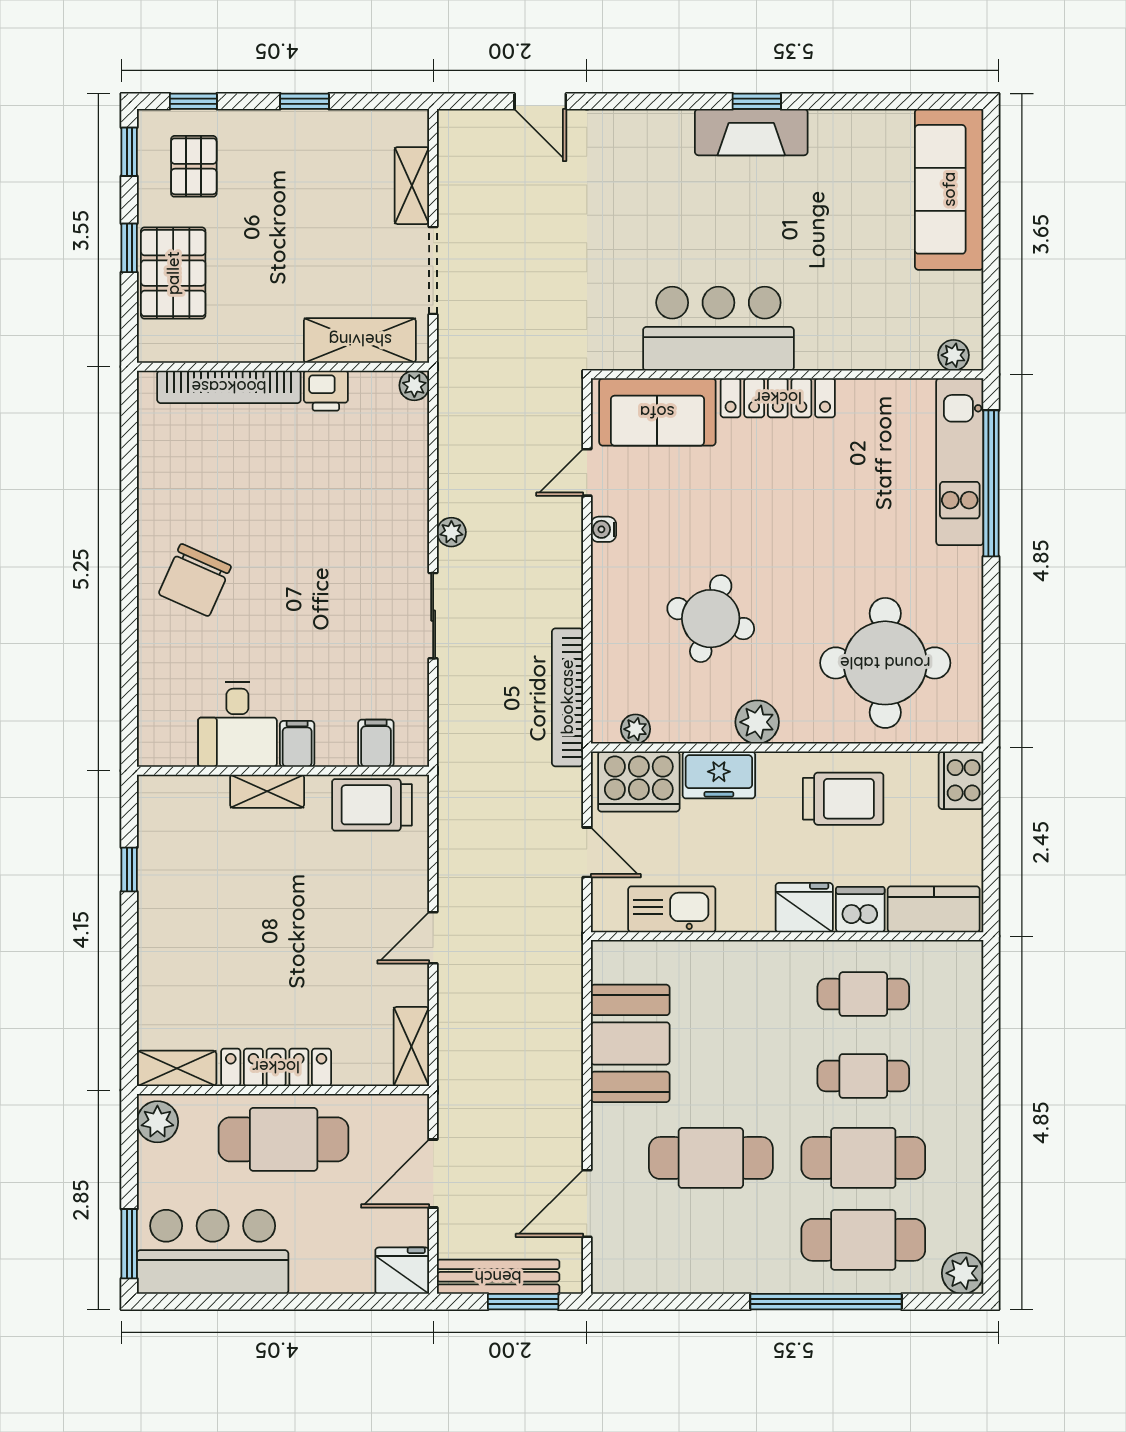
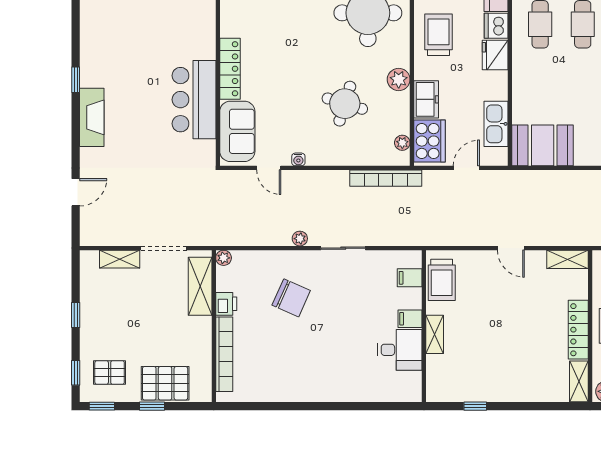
fireplace: (751, 132) -> (92, 117), moved
chair: (195, 580) -> (291, 298), moved
booth: (630, 1043) -> (543, 145), moved

